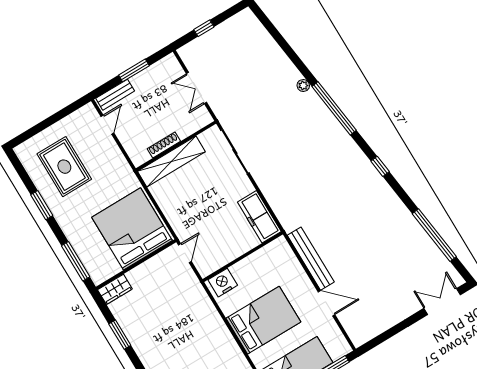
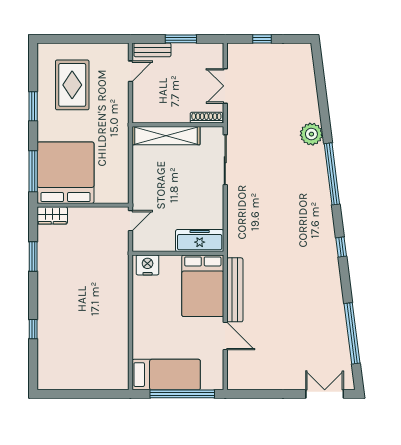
plant: (303, 86) -> (311, 134), width x1.88, depth x1.88
shoe rack: (164, 145) -> (206, 118), moved
freezer: (259, 217) -> (200, 241), moved, turned 90
bed: (132, 229) -> (66, 173), moved
bed: (263, 320) -> (203, 286), moved, turned 90

